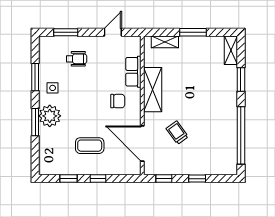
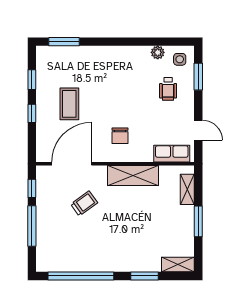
row of seats: (133, 72) -> (172, 154), moved
window: (35, 77) -> (147, 42), removed
side table: (53, 88) -> (180, 59), moved
plant: (50, 116) -> (158, 52), moved, width x0.53, depth x0.53
window: (35, 122) -> (64, 42), moved
window: (197, 179) -> (32, 226), width x2.17

